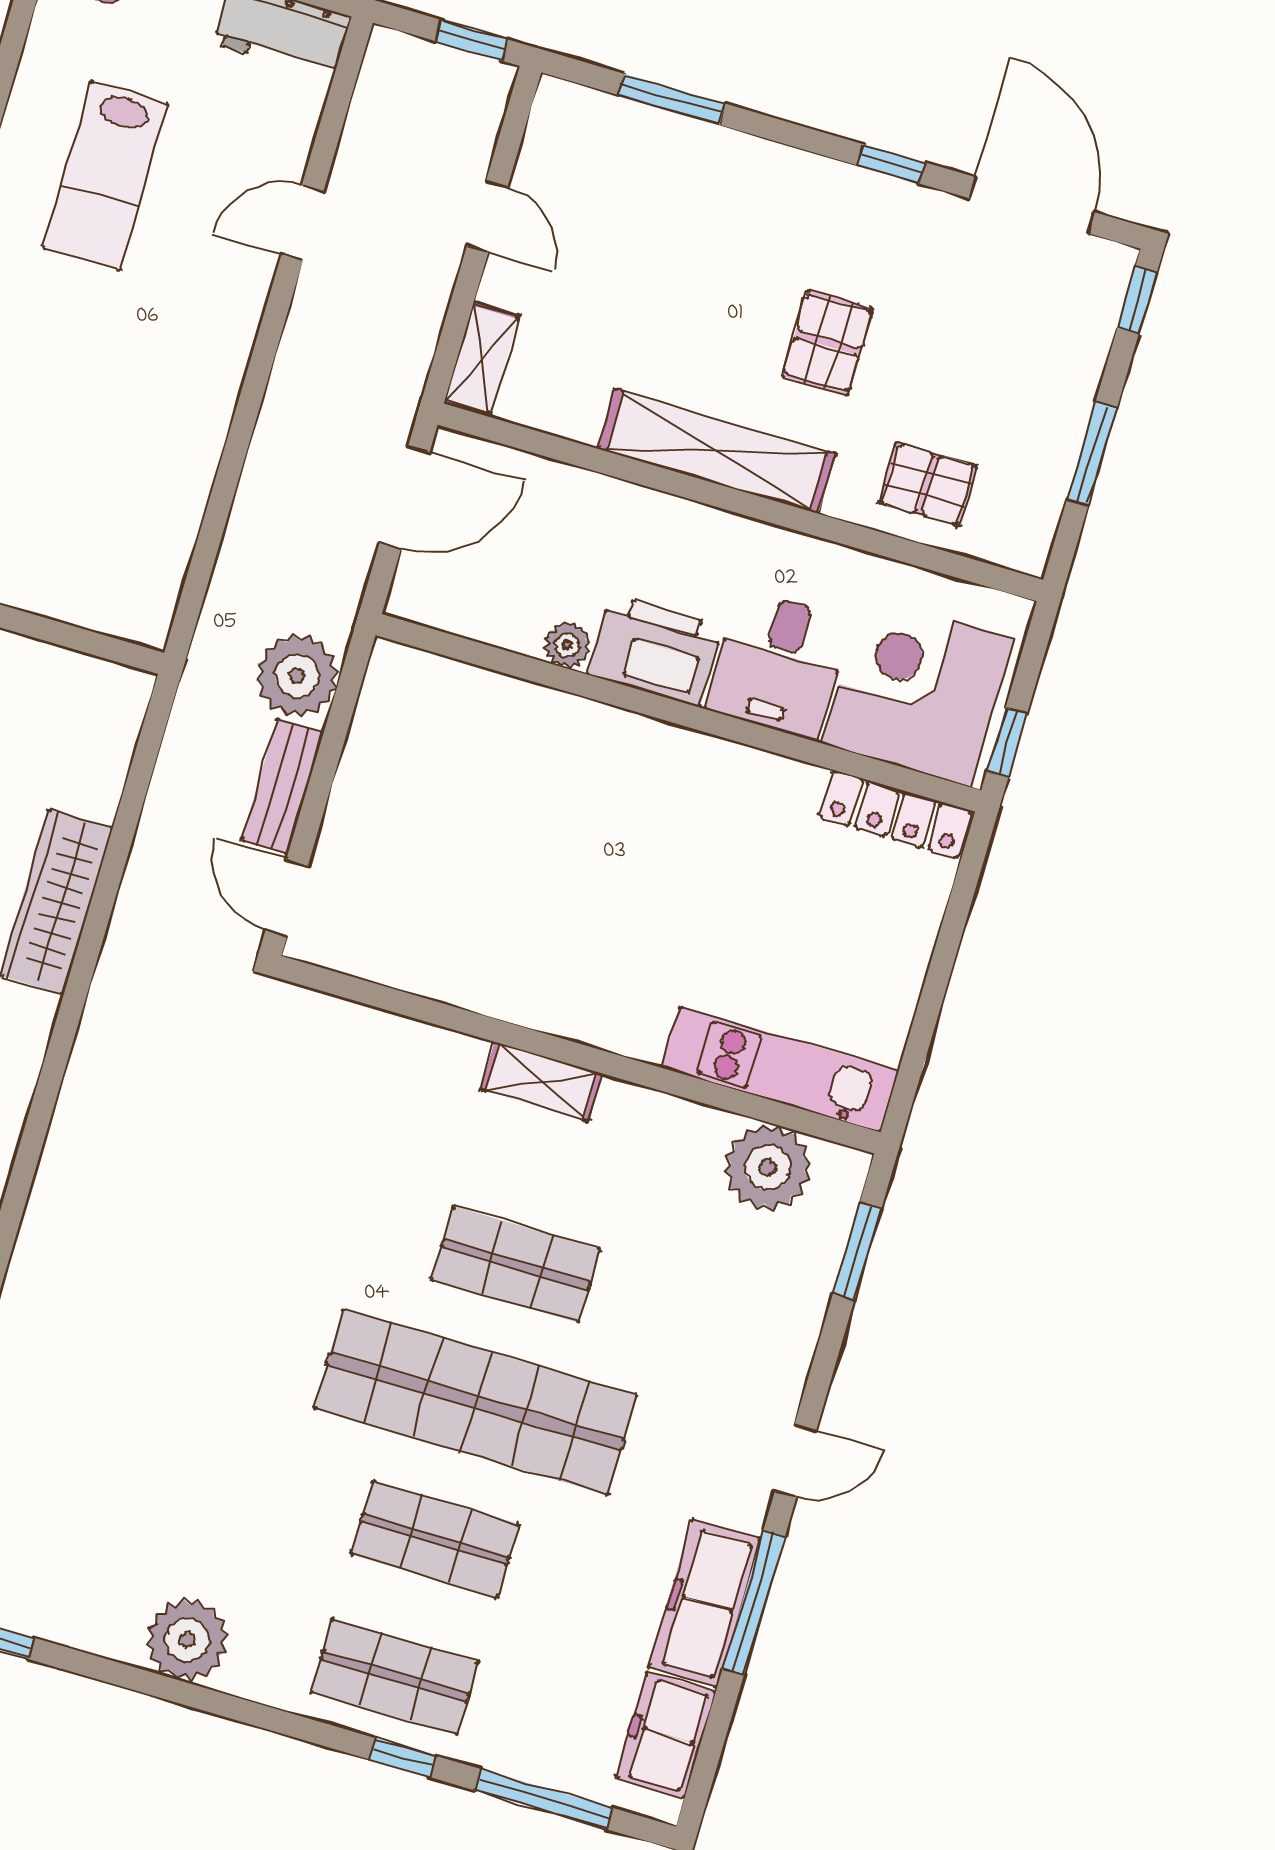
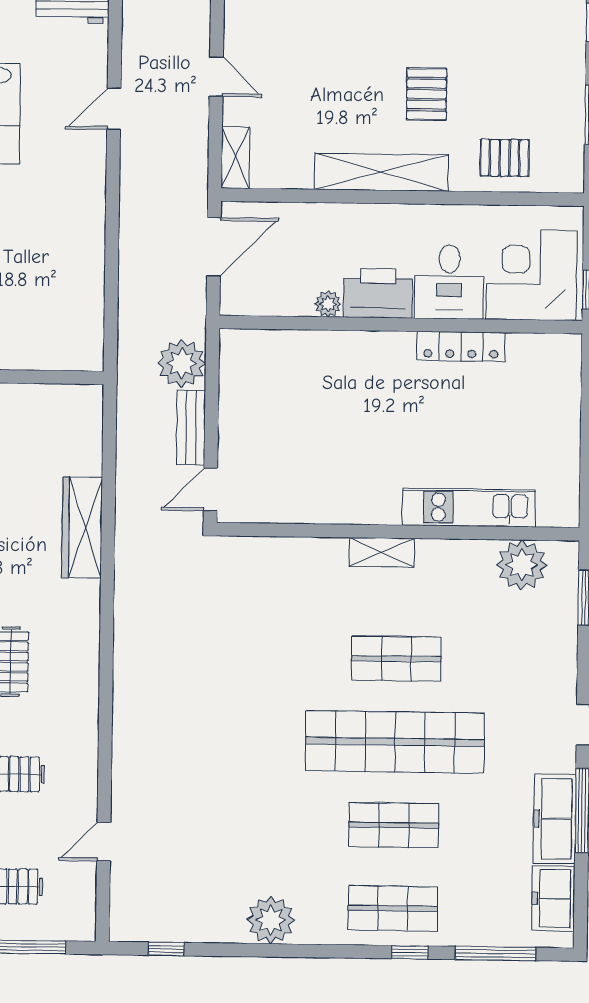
locker: (895, 814) -> (461, 346), moved
door: (287, 898) -> (211, 489), hinge flipped
kitchen unit: (780, 1069) -> (469, 508), moved

